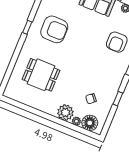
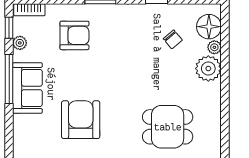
armchair: (54, 29) -> (81, 120), moved
dining table: (41, 75) -> (168, 127), turned 90

